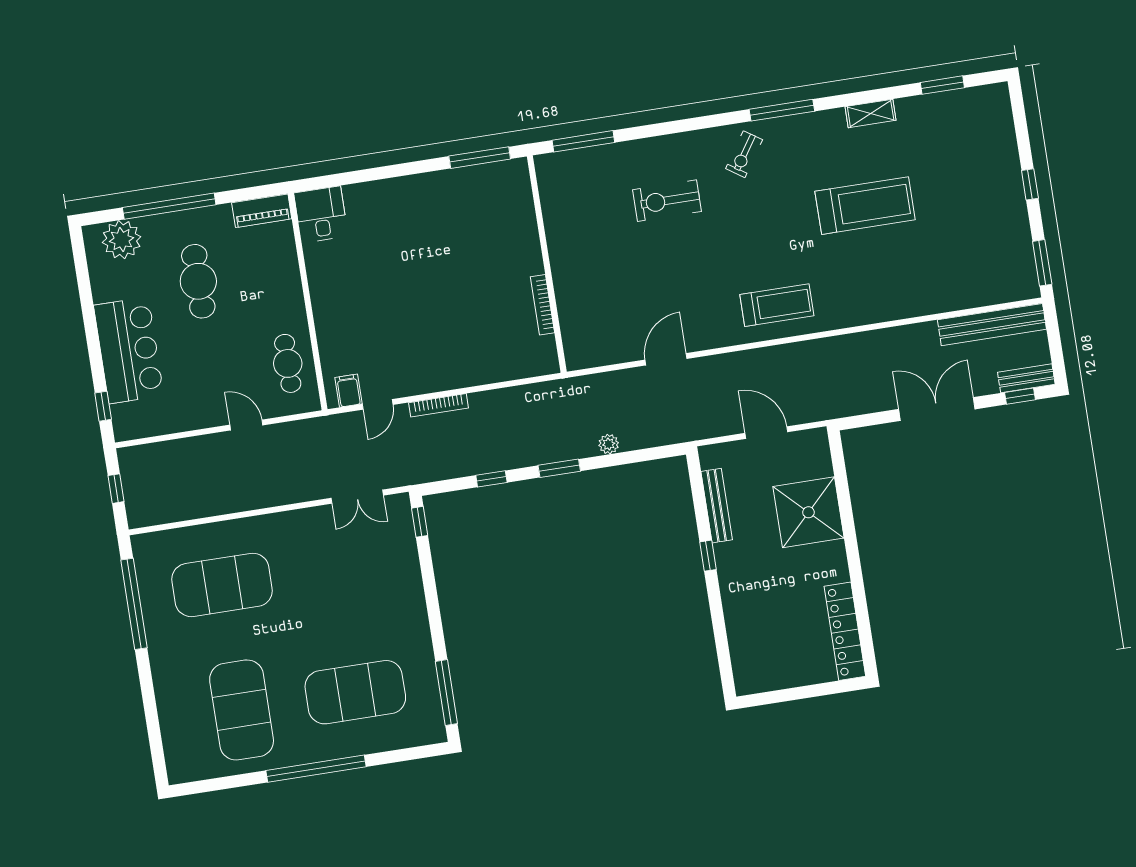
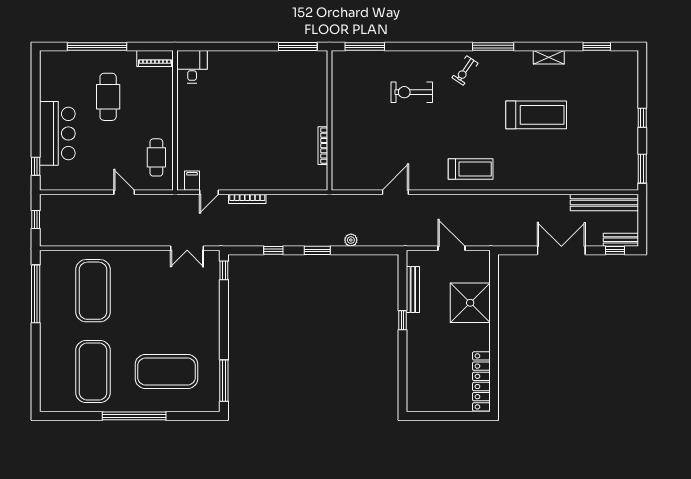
plant: (122, 240) -> (64, 63), removed
exercise mat: (222, 585) -> (93, 291), turned 90

